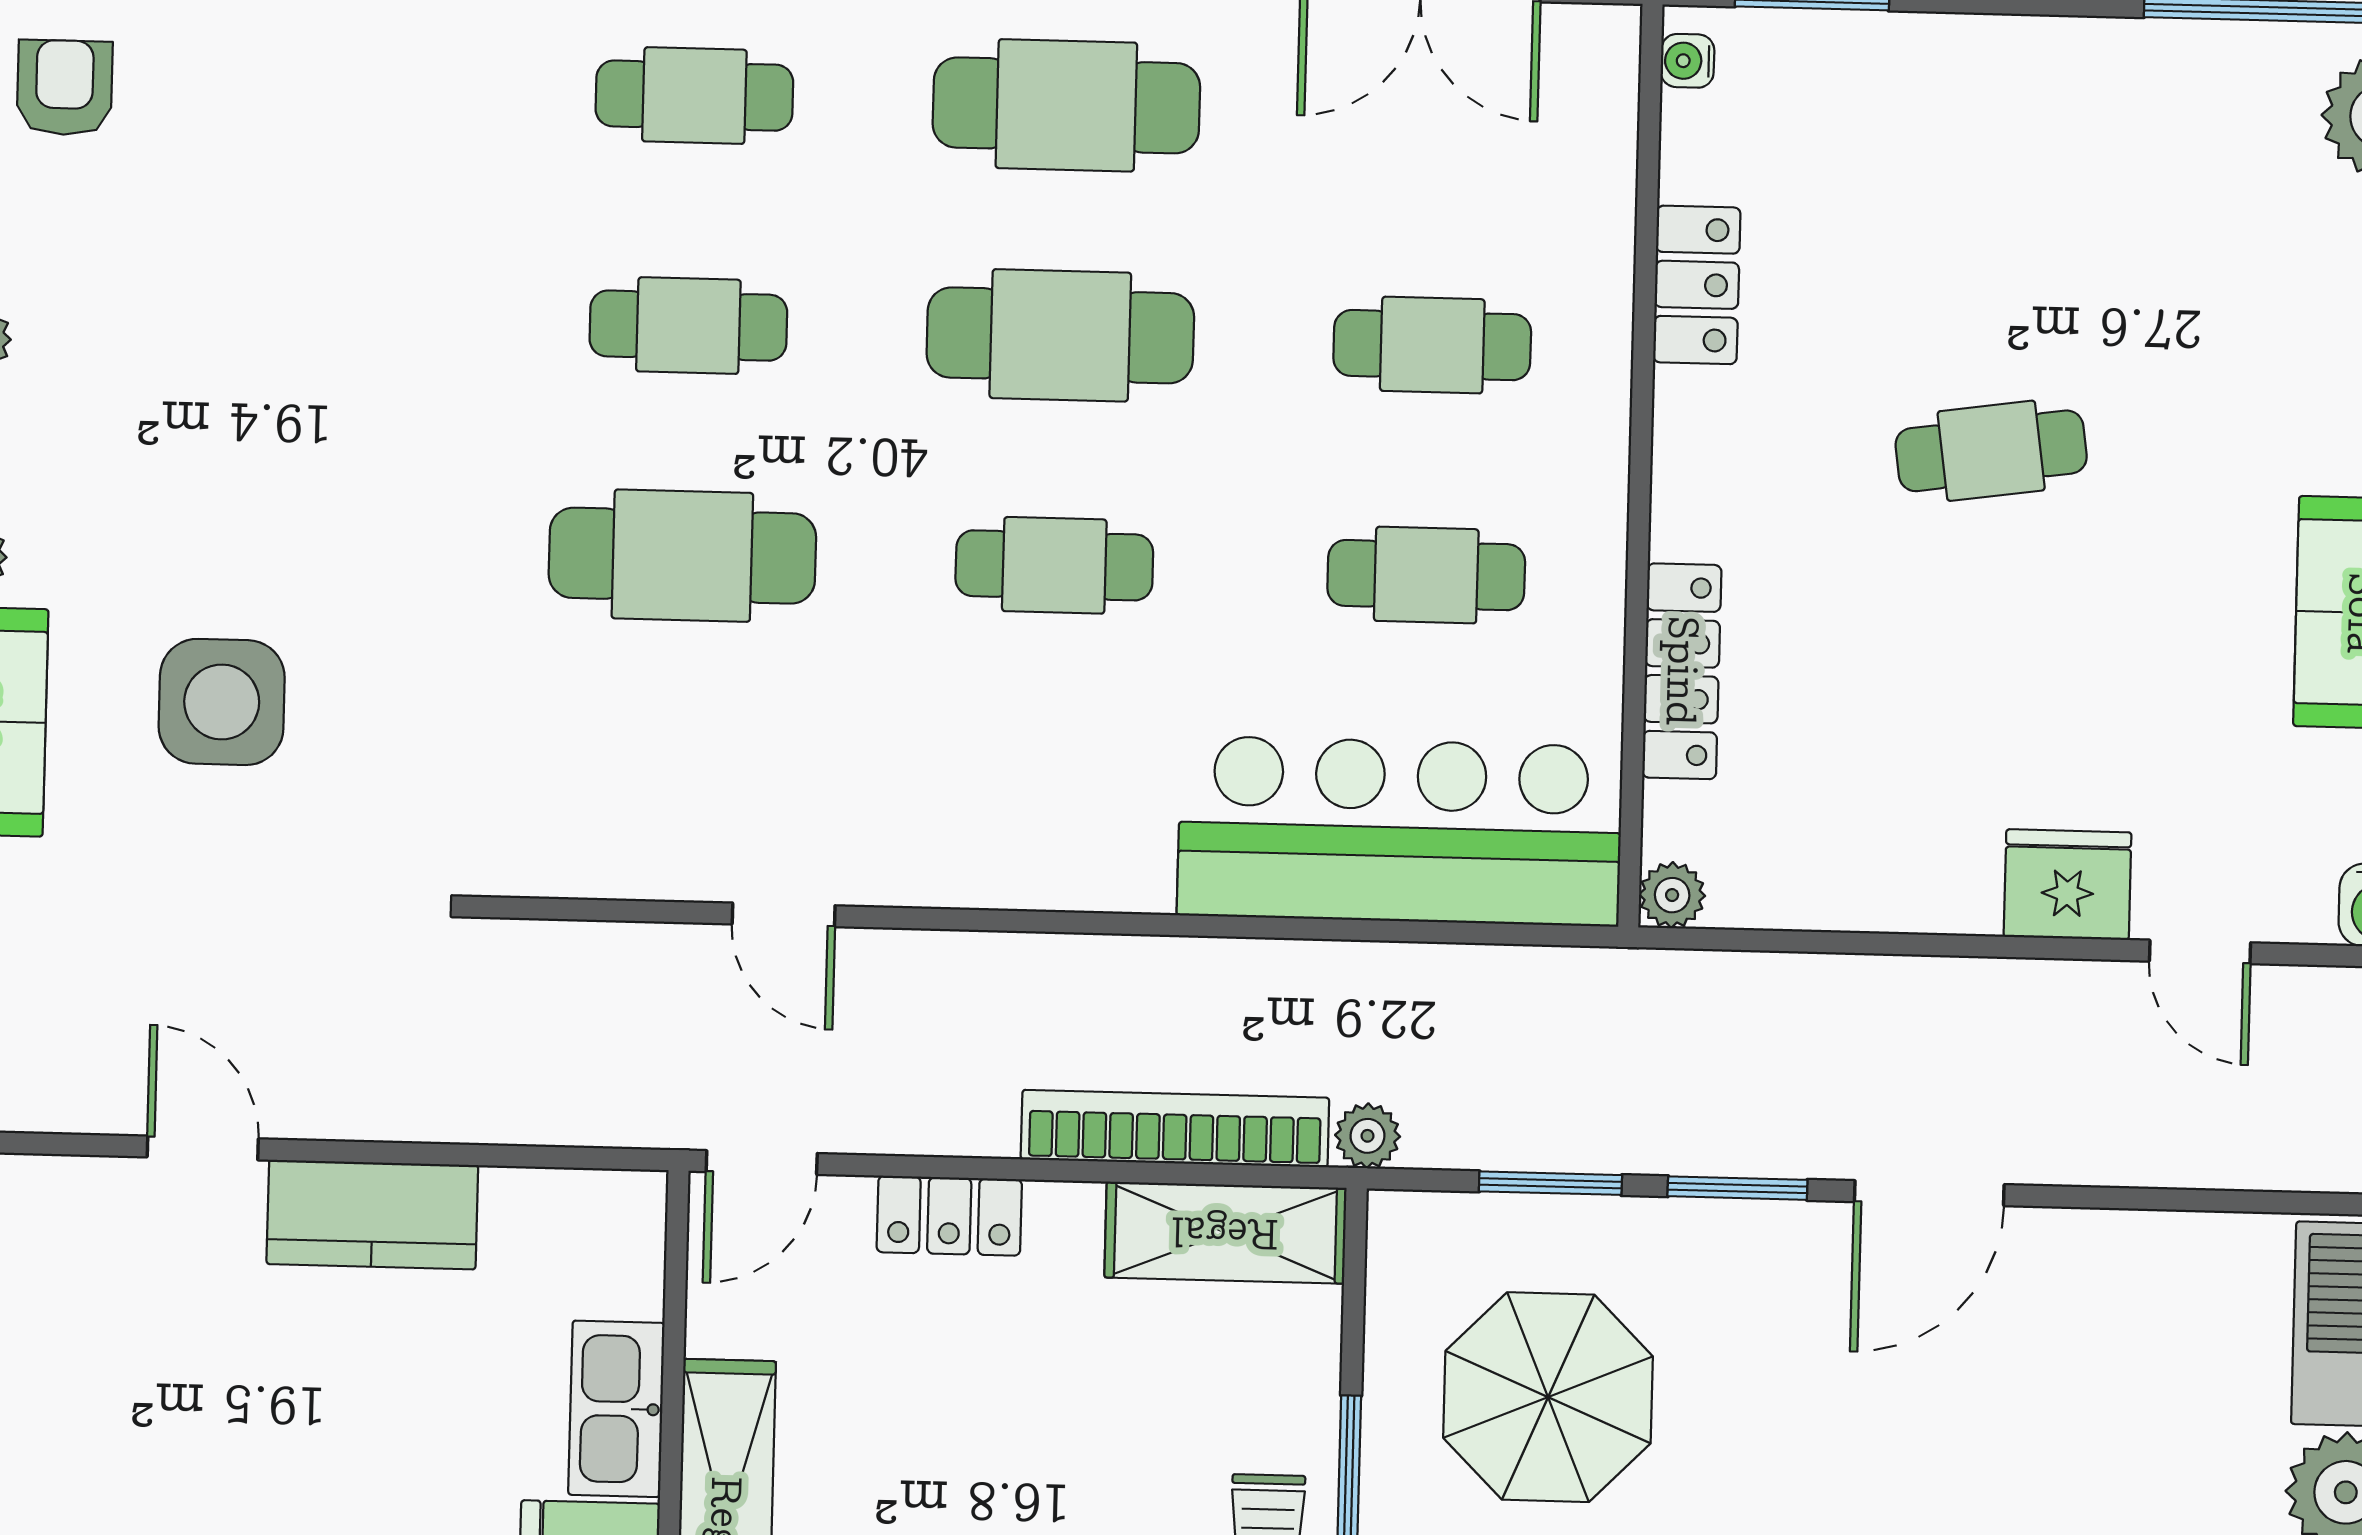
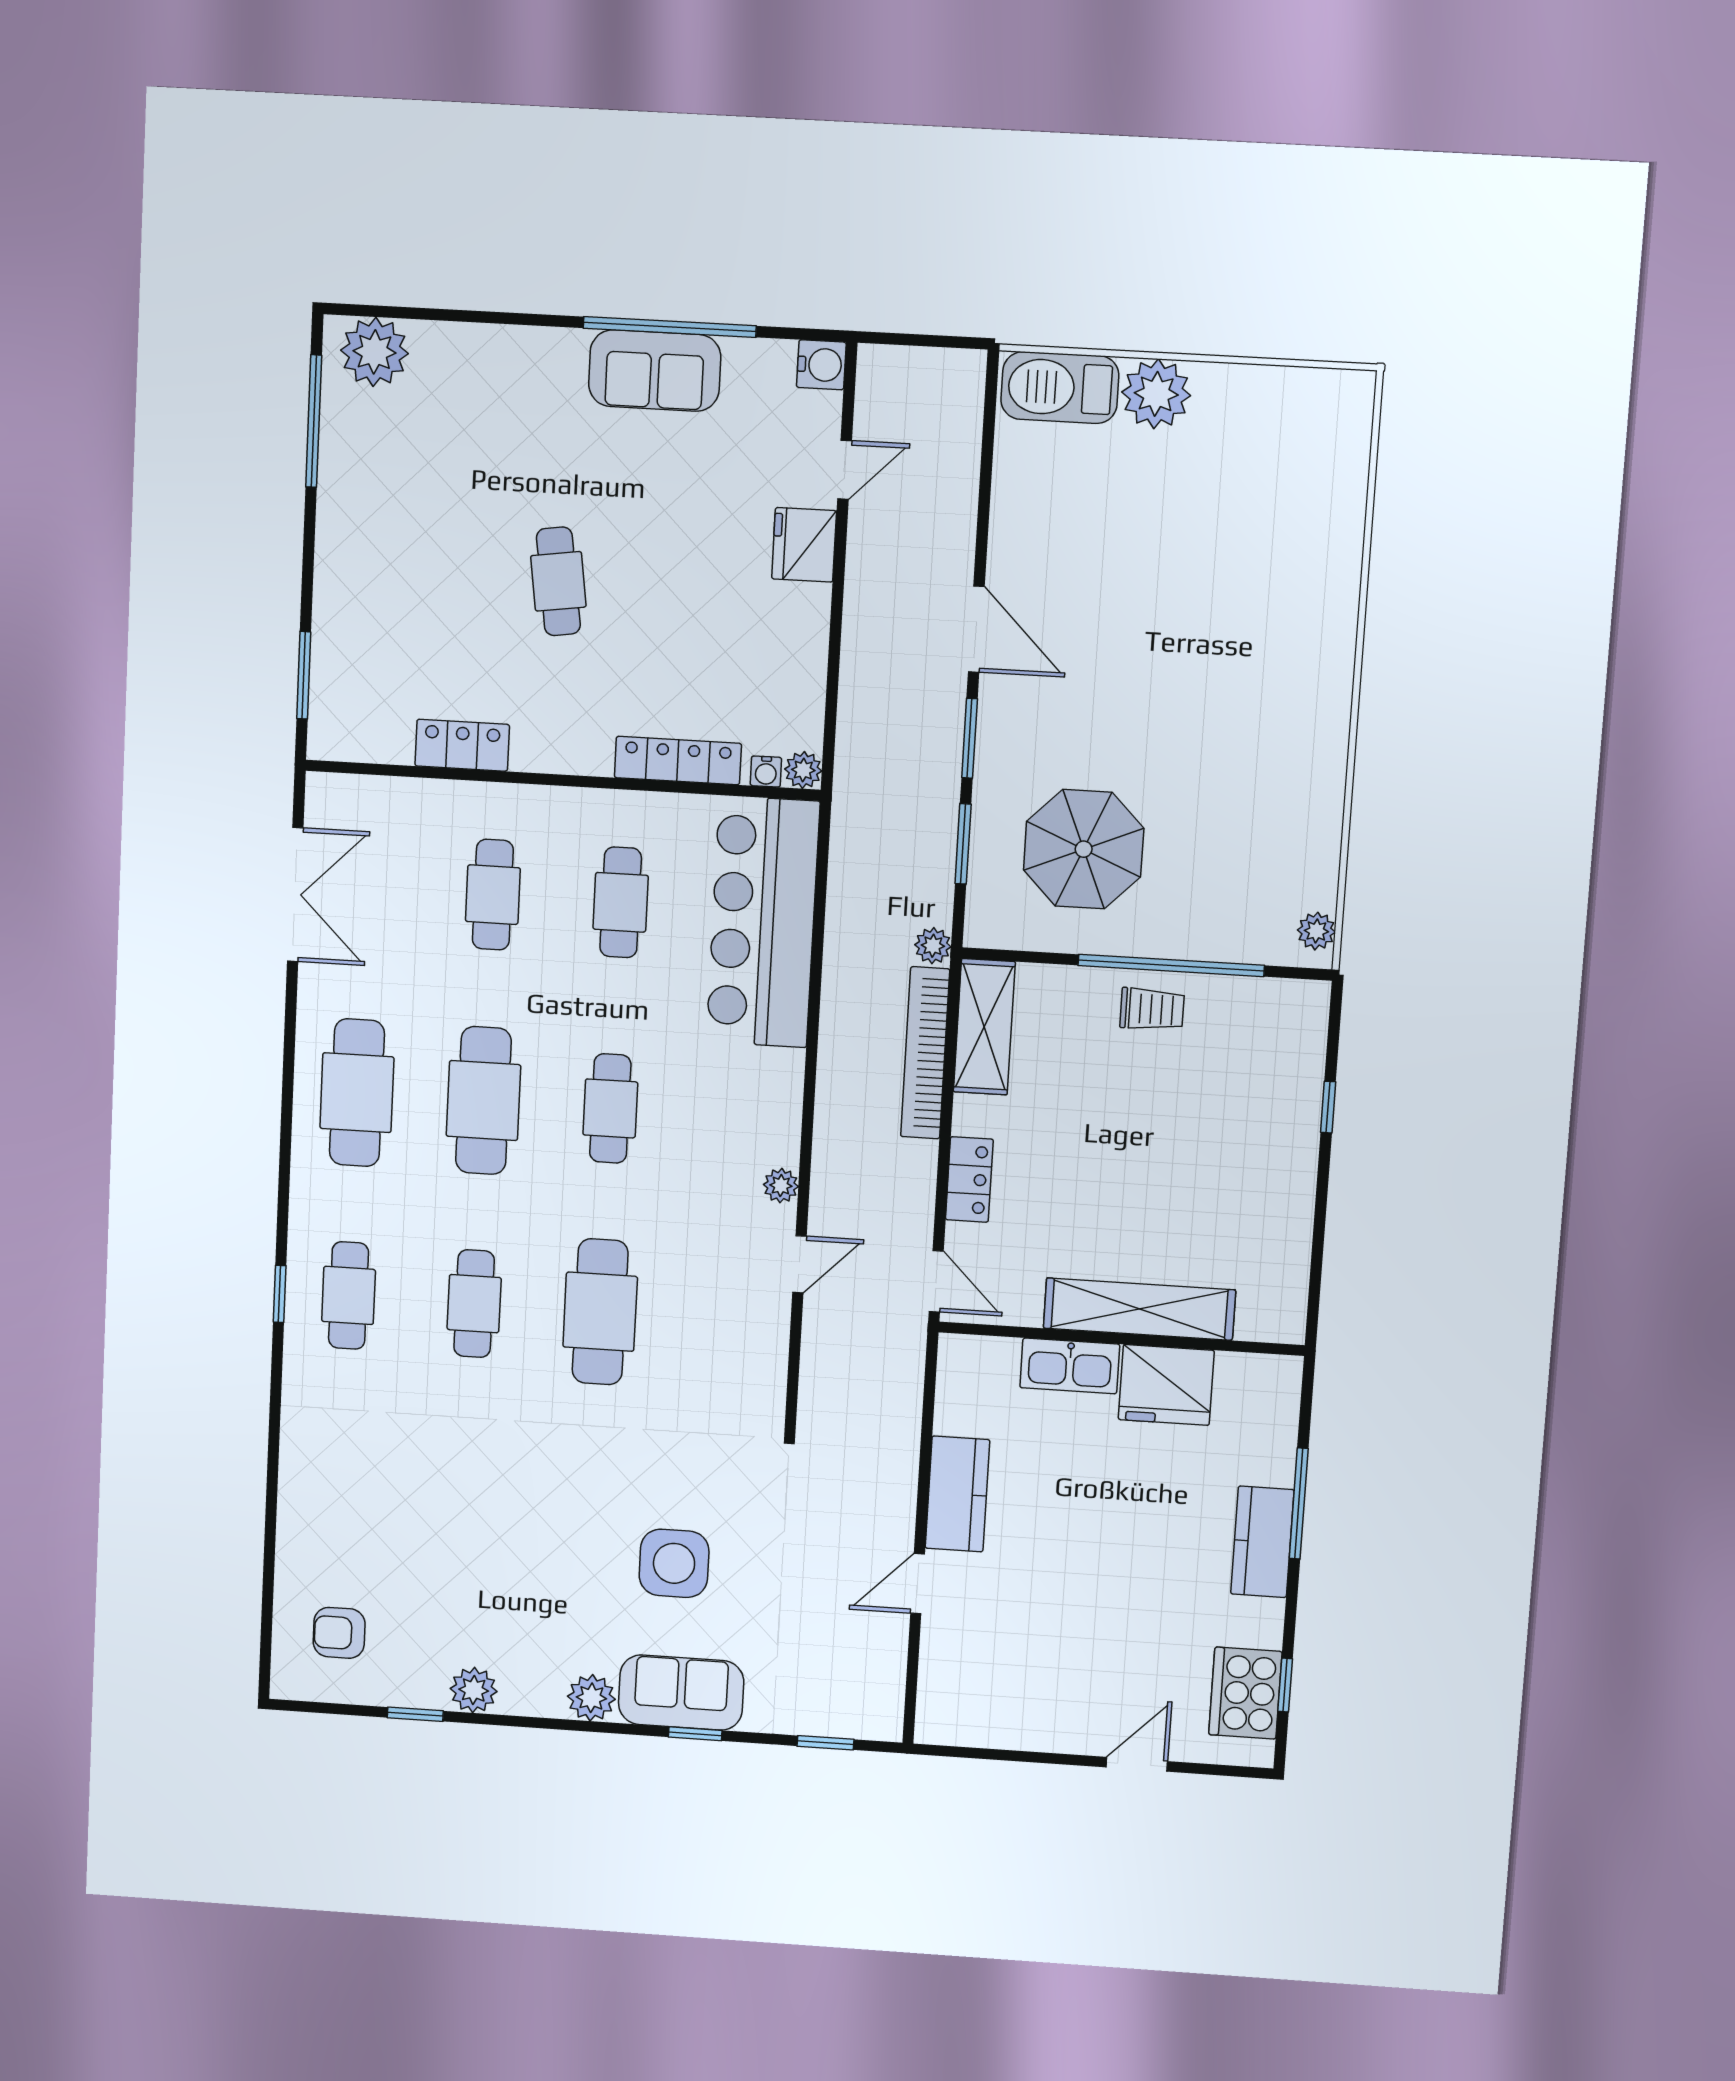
water cooler: (1687, 61) -> (766, 772), moved
plant: (926, 877) -> (781, 1186), added

